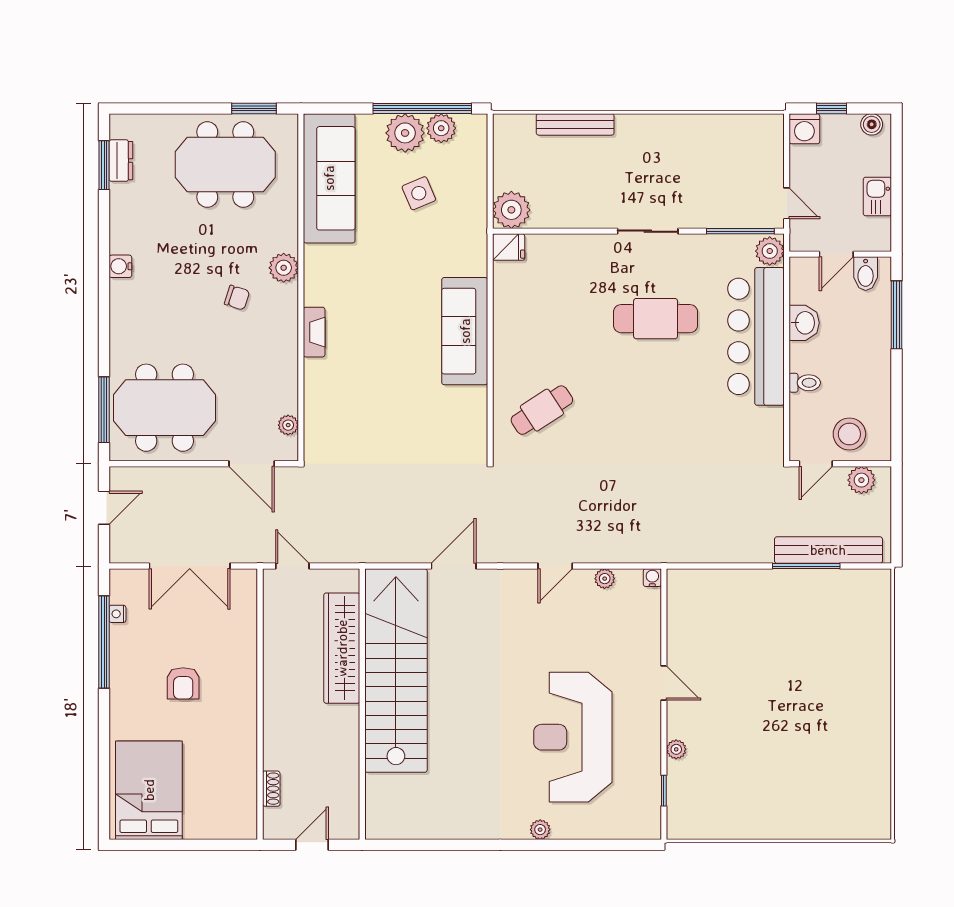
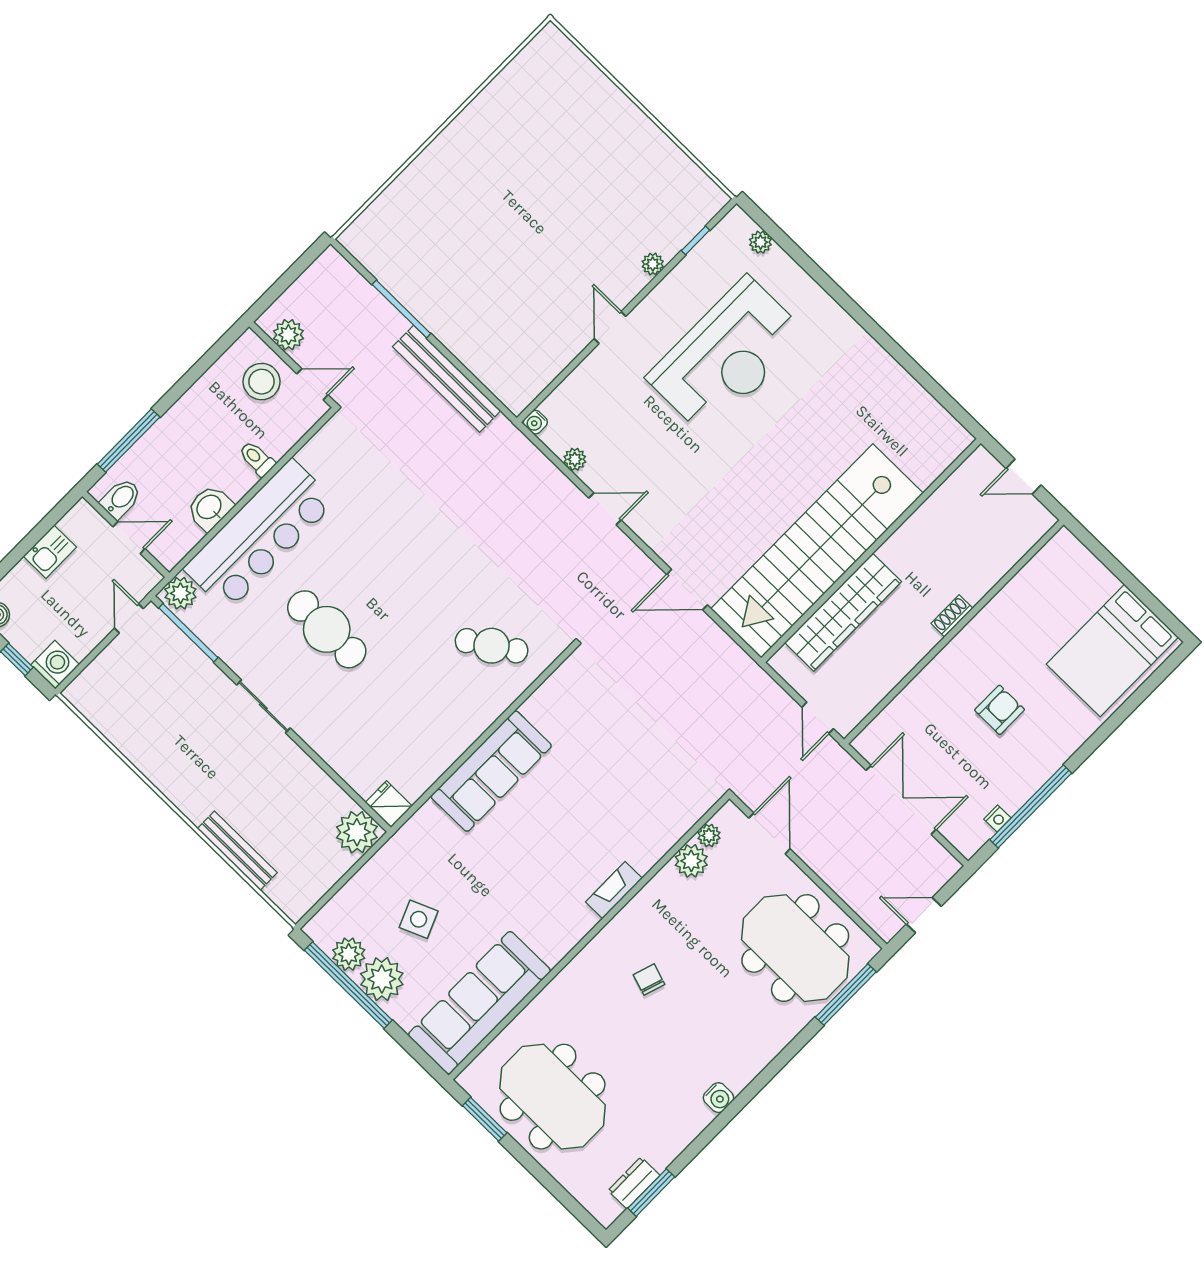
plant: (284, 268) -> (691, 861), moved
bench: (828, 550) -> (447, 379), moved
shoe rack: (271, 789) -> (952, 616), moved
plant: (540, 830) -> (760, 242), moved

